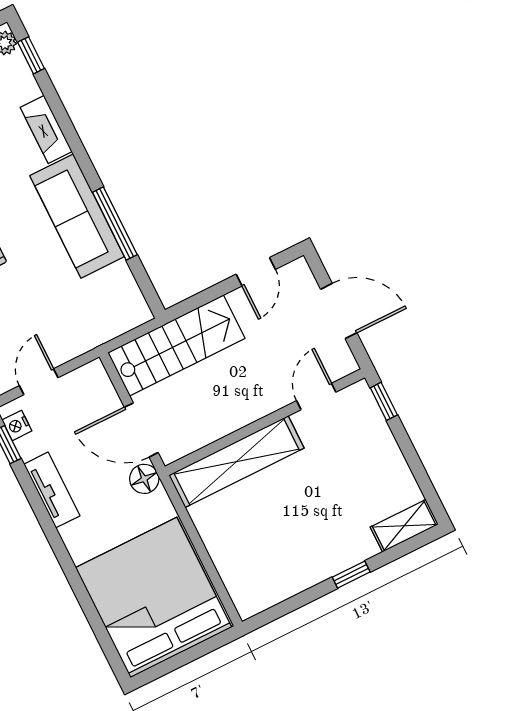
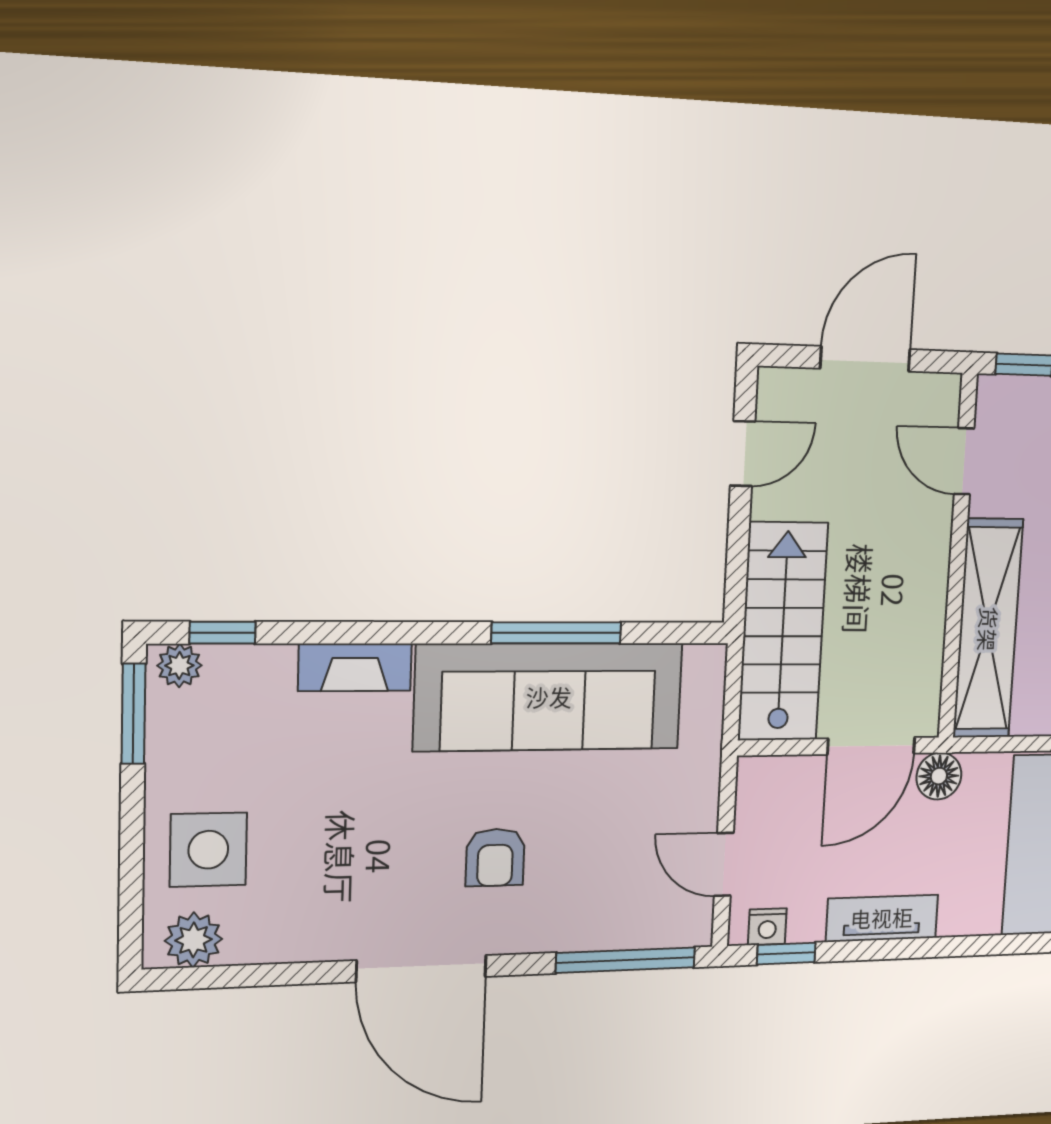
sofa: (77, 216) -> (549, 697), width x1.36, depth x1.27
door: (256, 272) -> (743, 454), hinge flipped

